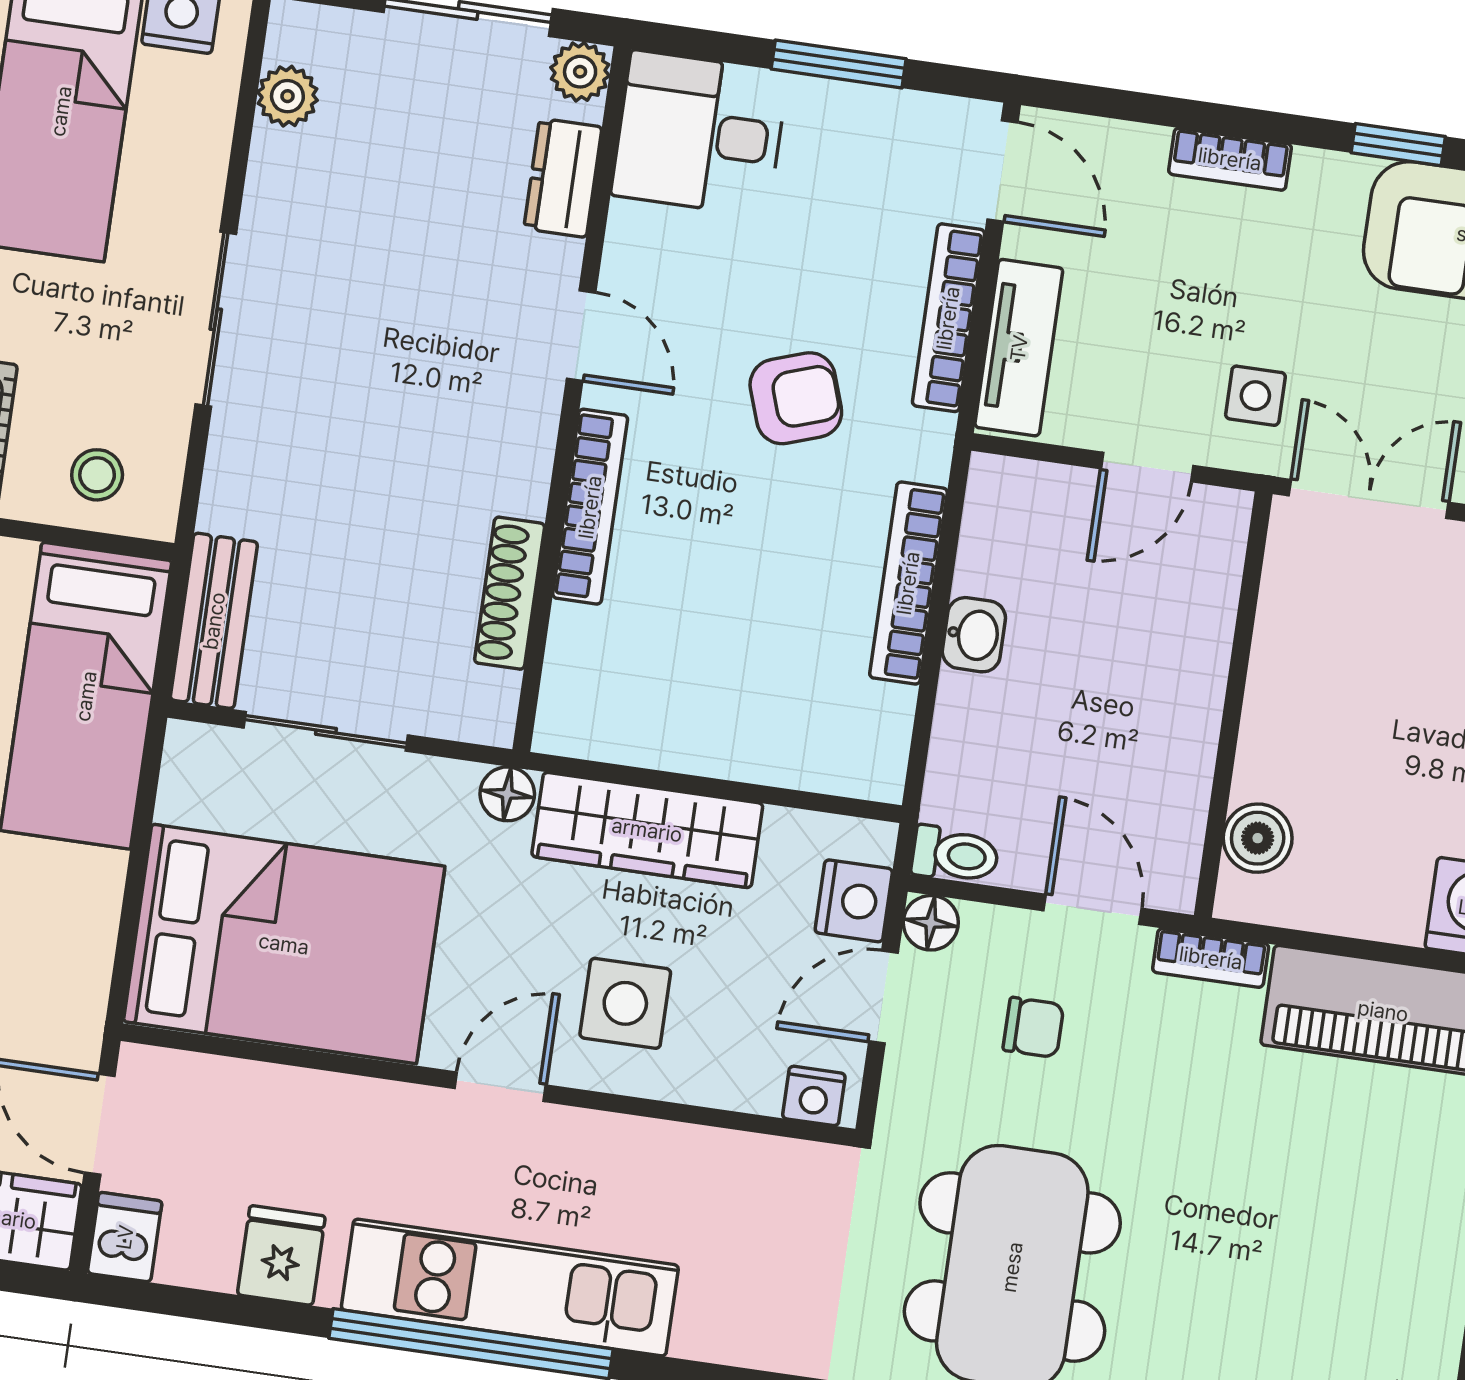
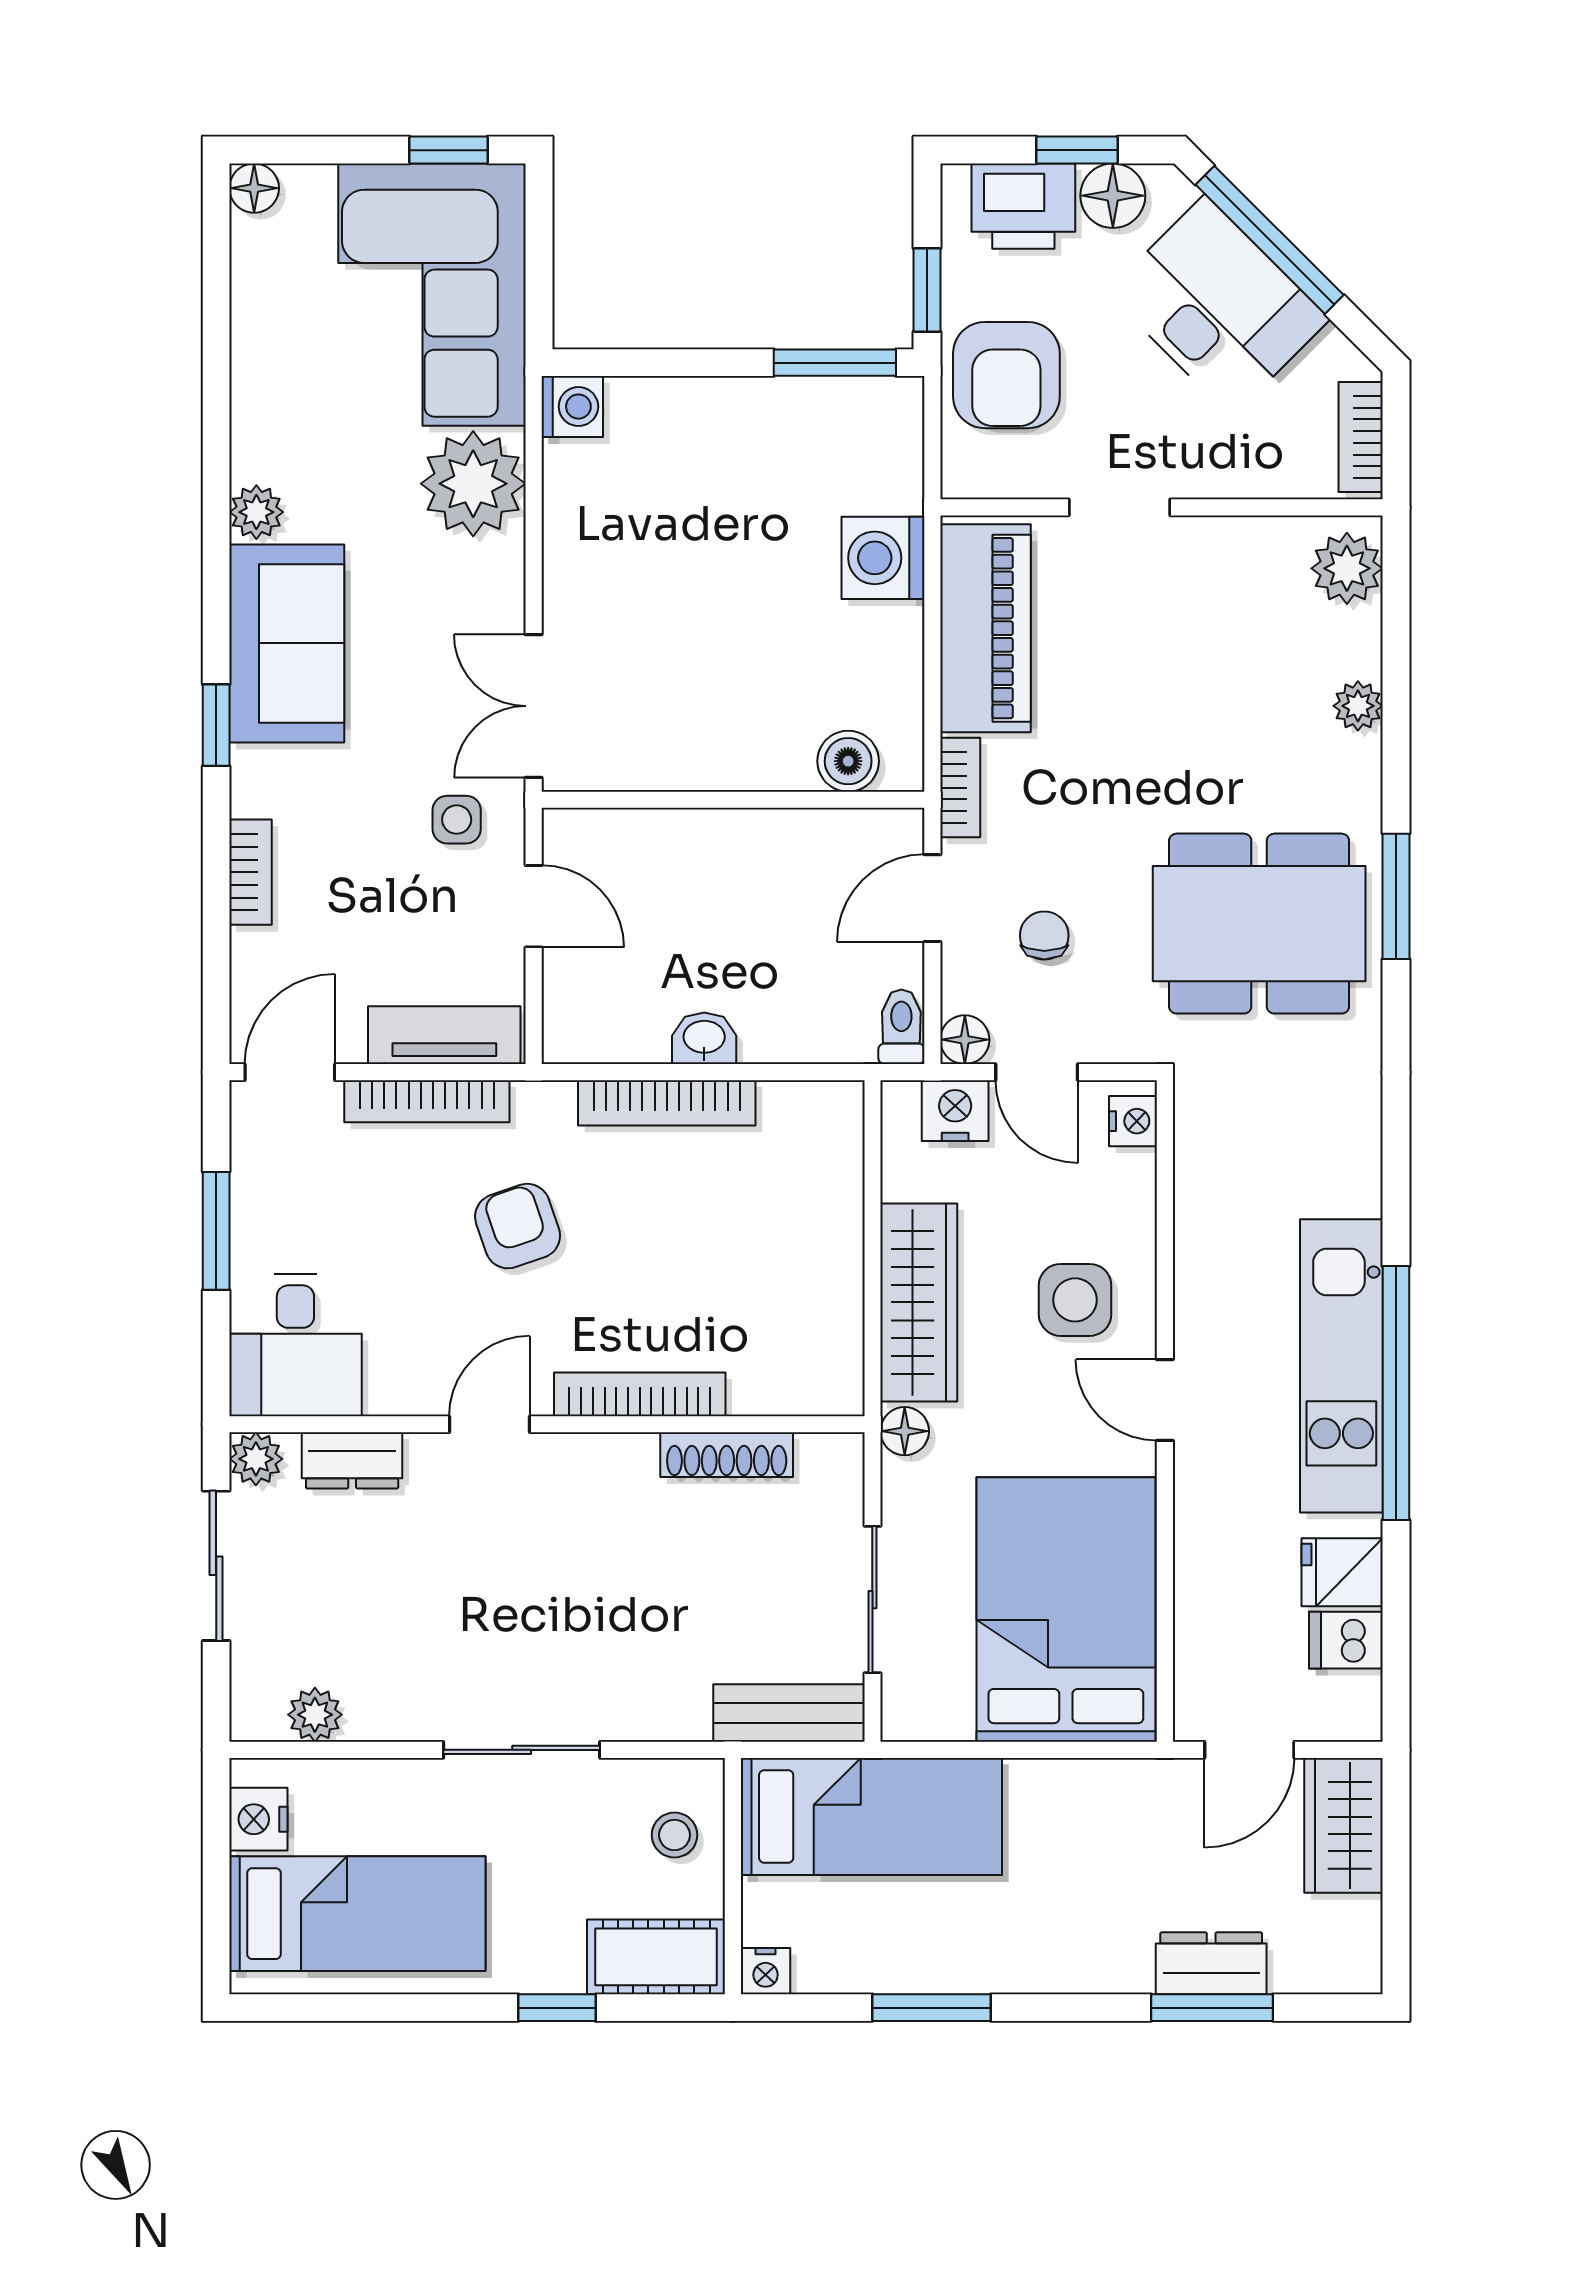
dishwasher: (125, 1237) -> (1346, 1640), moved

